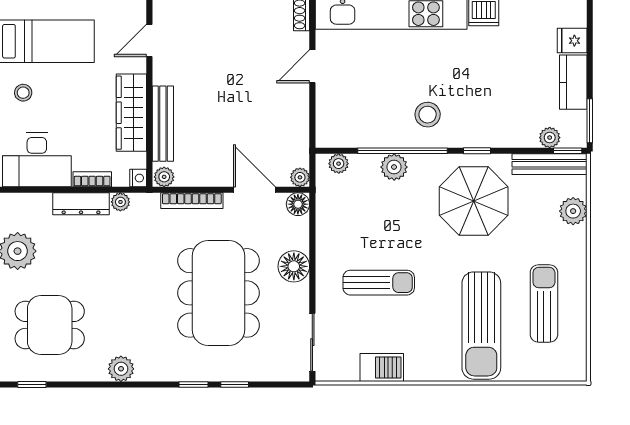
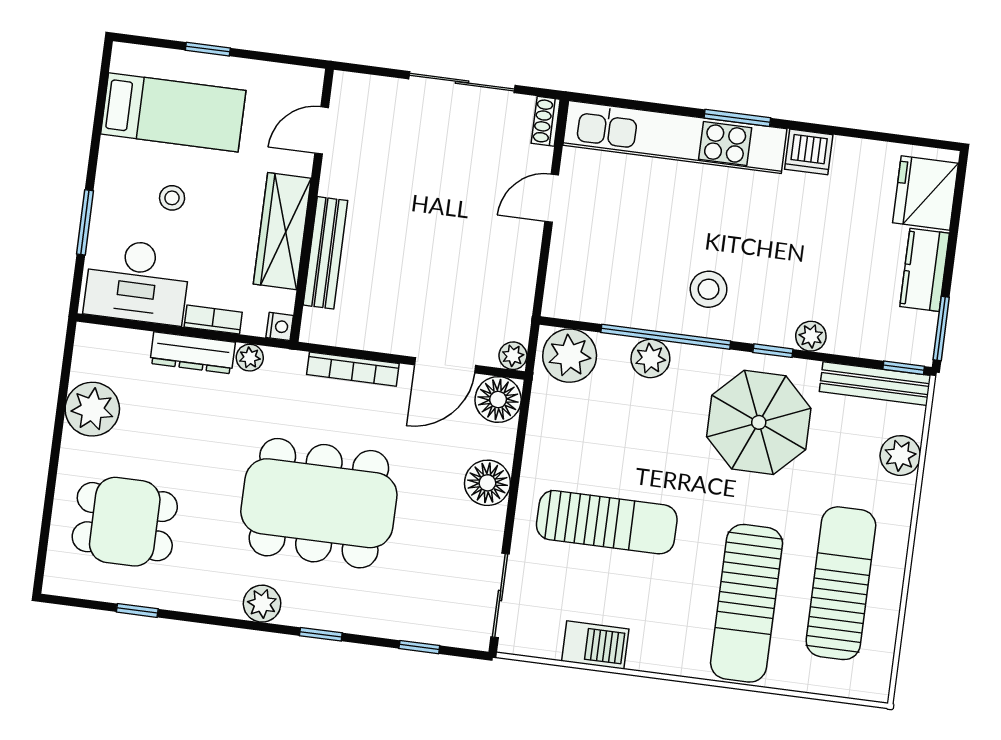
fridge: (572, 41) -> (926, 193), width x1.88, depth x1.34
stool: (23, 93) -> (172, 198), moved
plant: (550, 138) -> (811, 336), moved
plant: (339, 164) -> (570, 356), width x1.88, depth x1.88
plant: (164, 177) -> (317, 330), removed
door: (254, 190) -> (445, 365), swing flipped
floor lamp: (298, 204) -> (498, 399), width x1.38, depth x1.38
sun lounger: (379, 283) -> (607, 522), width x1.36, depth x1.34
dining table: (219, 293) -> (319, 503), moved, turned 90
sun lounger: (544, 304) -> (841, 583), width x1.36, depth x1.34
plant: (121, 369) -> (262, 604), moved
window: (32, 384) -> (137, 610), moved
window: (235, 384) -> (419, 647), moved

